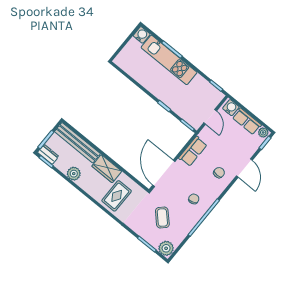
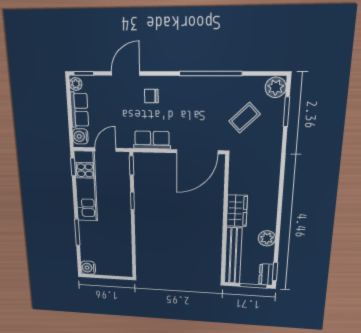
kitchen unit: (169, 60) -> (86, 186), moved
rug: (117, 196) -> (258, 181), removed
chair: (194, 199) -> (199, 100), removed

